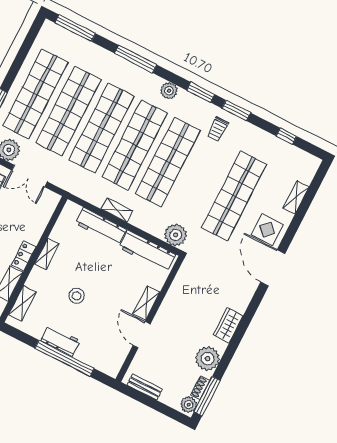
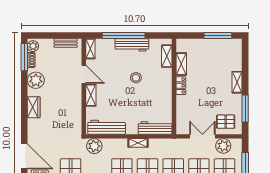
workbench: (101, 226) -> (155, 128), moved
shelving: (47, 254) -> (90, 49), moved
workbench: (60, 341) -> (132, 45), width x1.38

